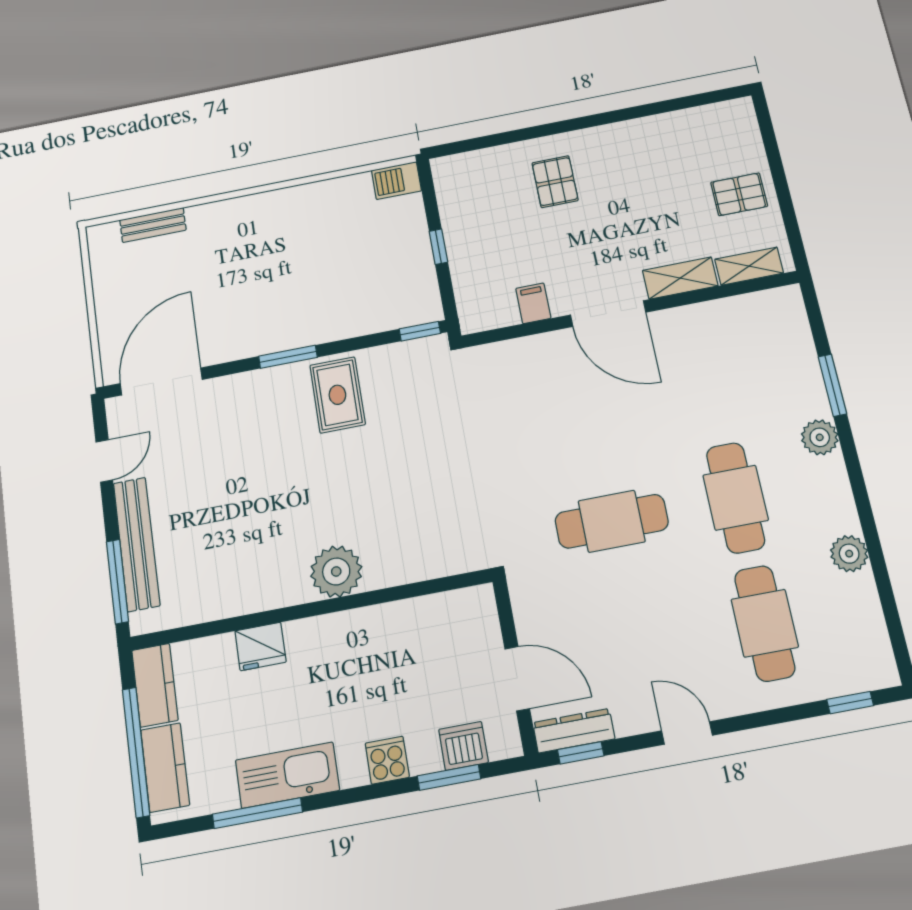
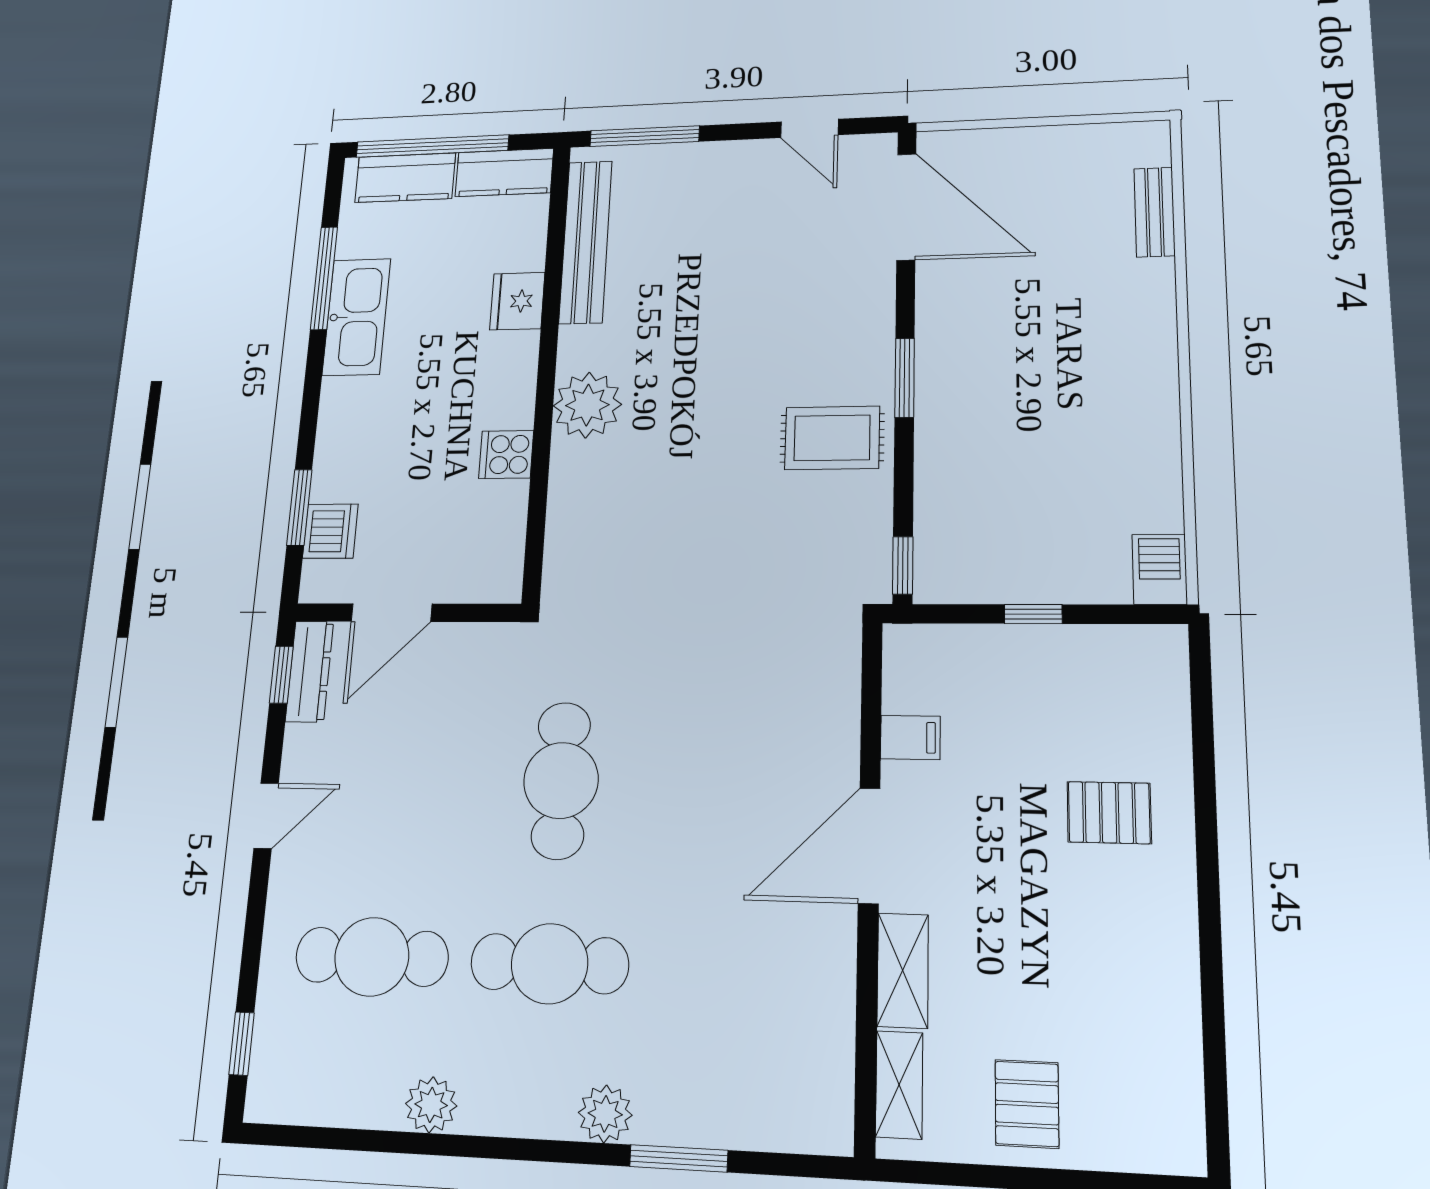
bench: (137, 544) -> (586, 242), moved, turned 90
cooker: (387, 760) -> (506, 454), moved, turned 180

